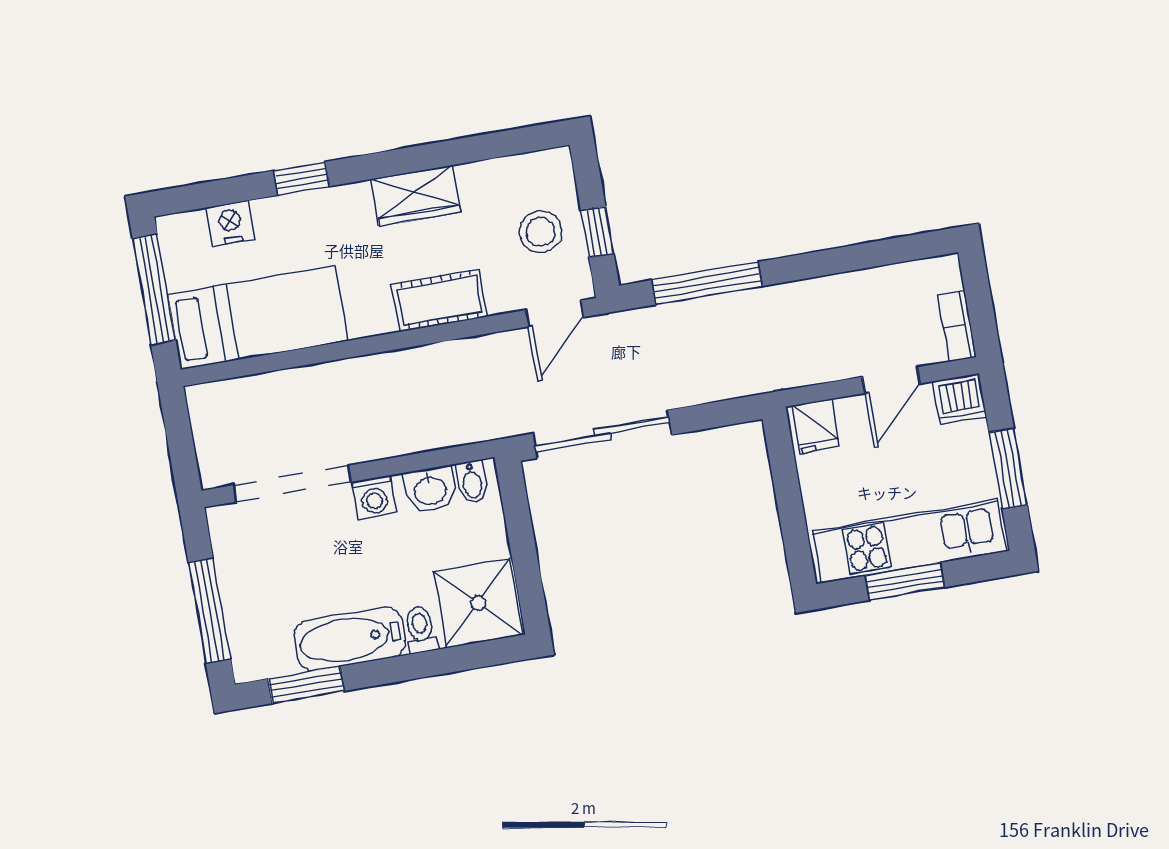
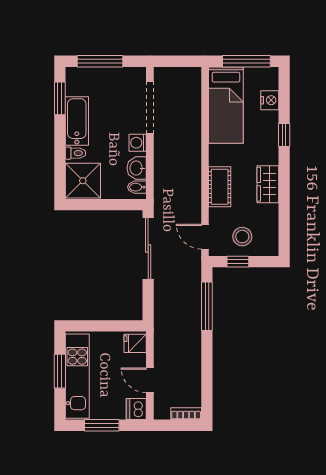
bookcase: (957, 326) -> (186, 414), moved

